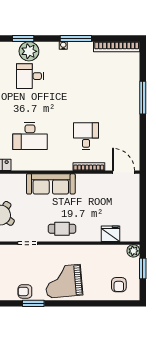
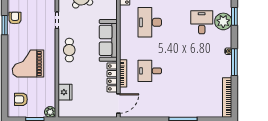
desk: (86, 136) -> (150, 71), turned 180
locker: (94, 179) -> (112, 77), added
grand piano: (64, 281) -> (28, 64), moved, turned -85

